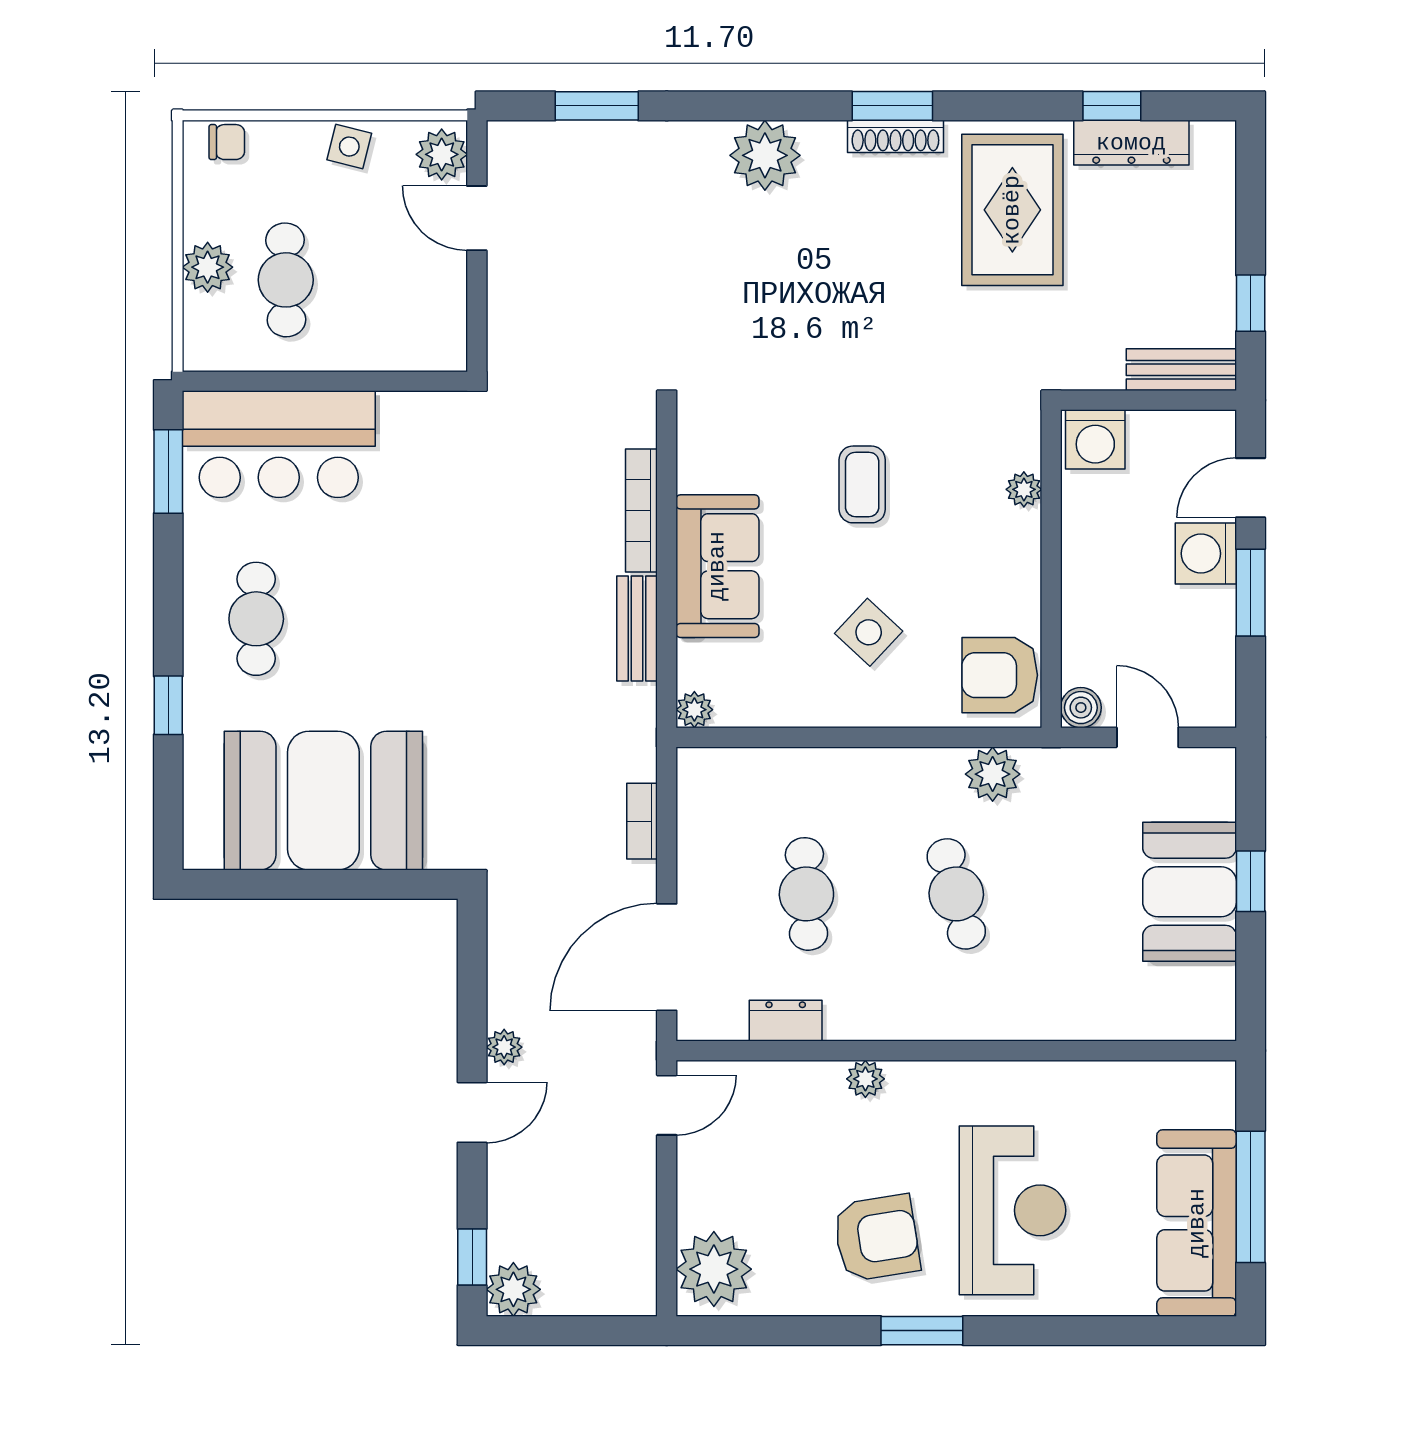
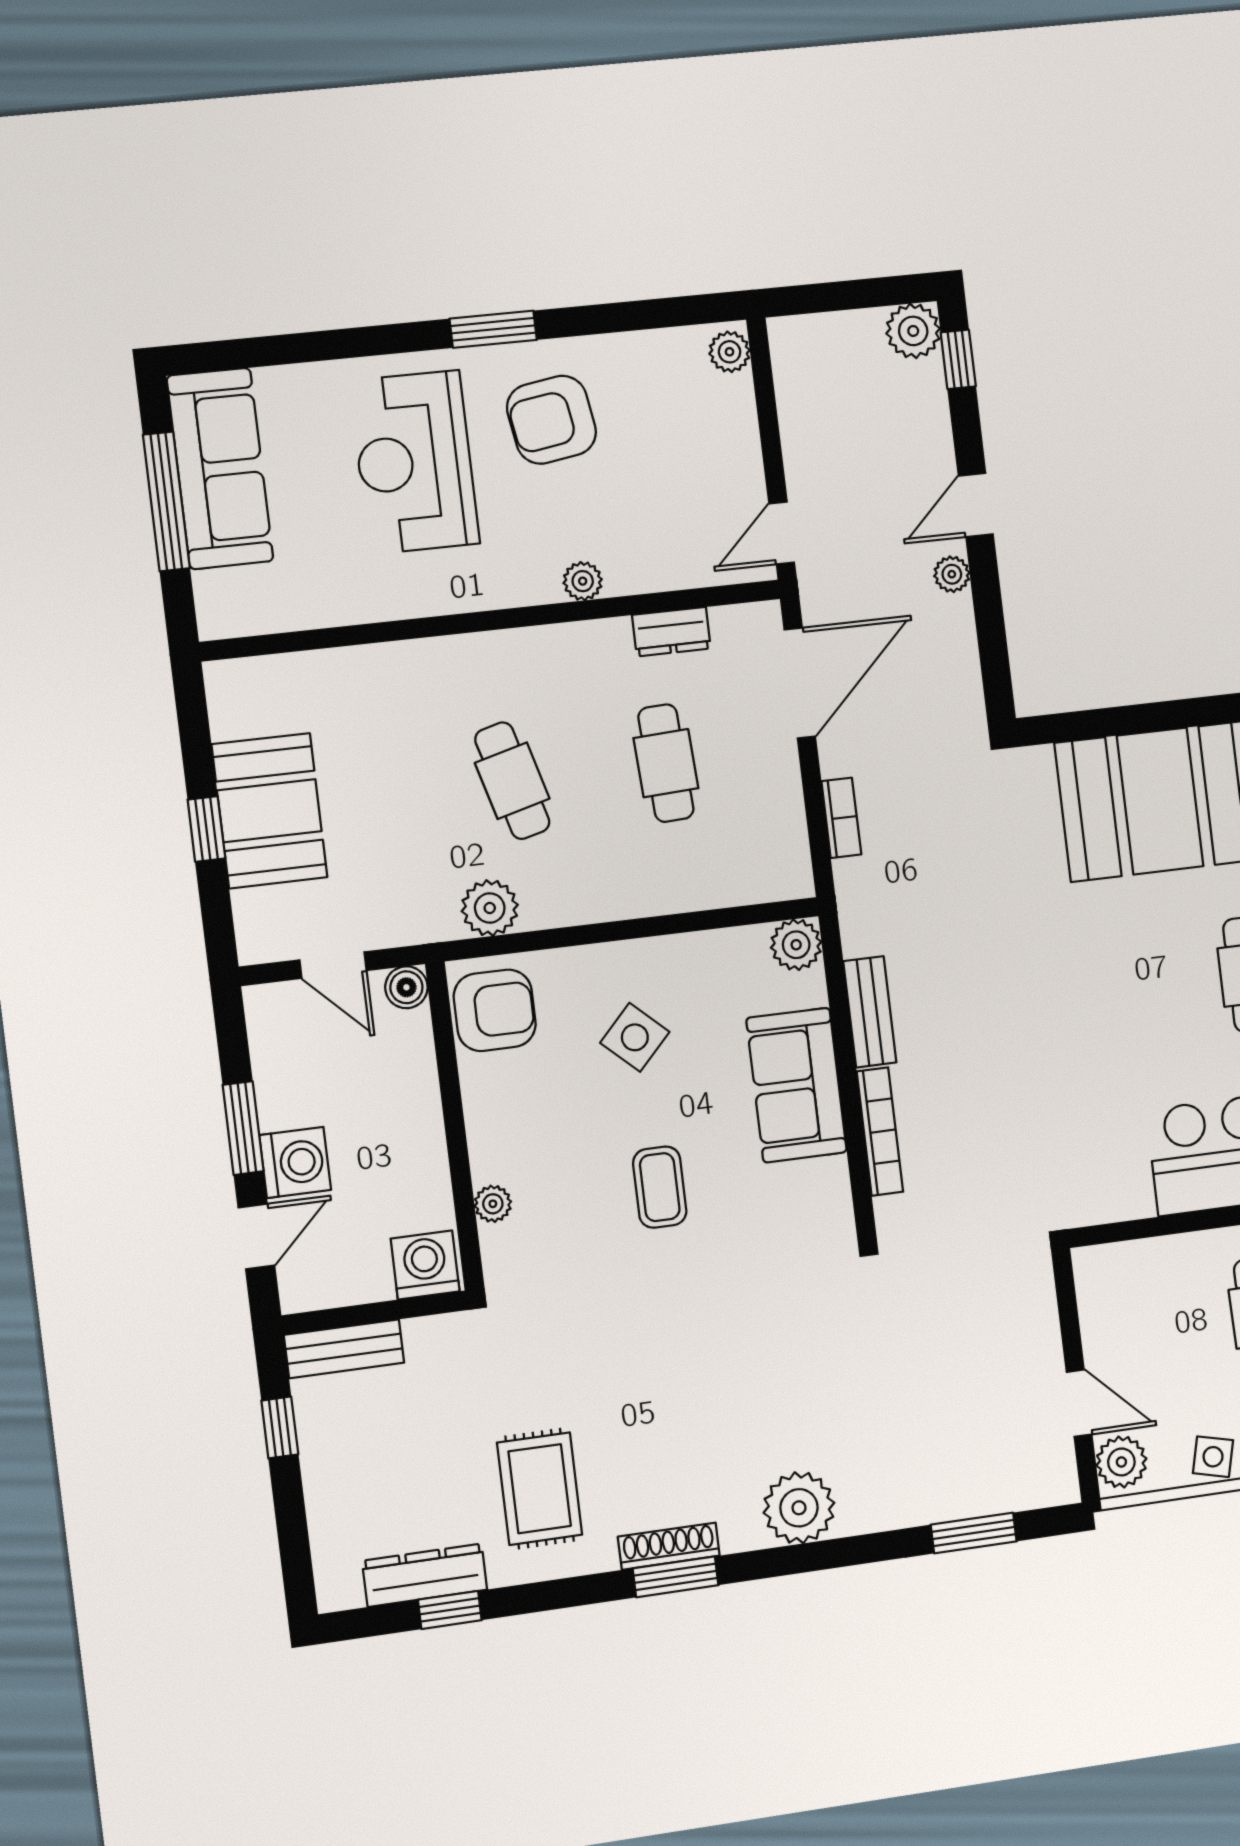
rug: (1012, 210) -> (540, 1489), width x0.73, depth x0.70
plant: (694, 710) -> (796, 945), width x1.38, depth x1.38
plant: (714, 1269) -> (730, 352), width x0.53, depth x0.53

